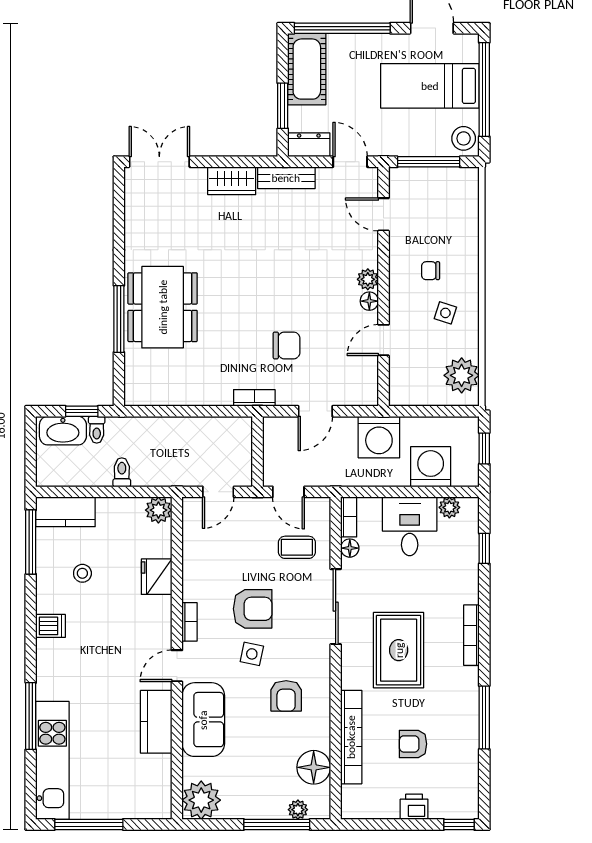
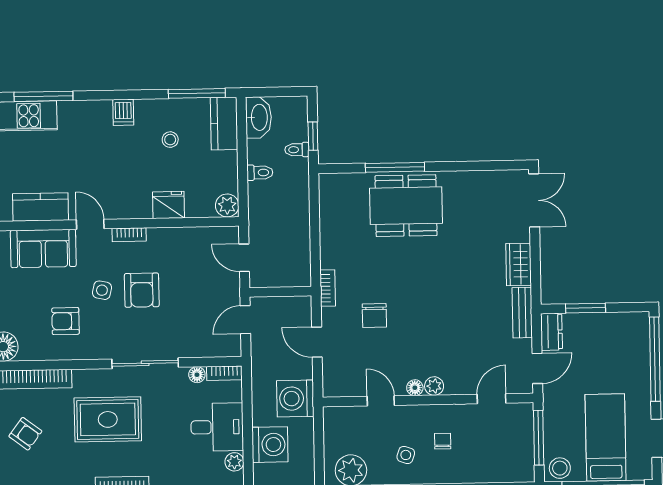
cot: (307, 69) -> (618, 329), removed
washbasin: (63, 431) -> (259, 117), moved, turned 180
coffee table: (297, 547) -> (197, 328), removed
armchair: (413, 744) -> (25, 434), turned 127

